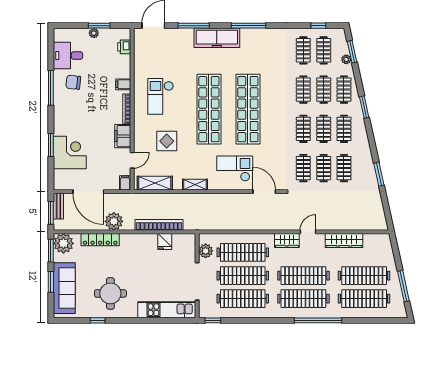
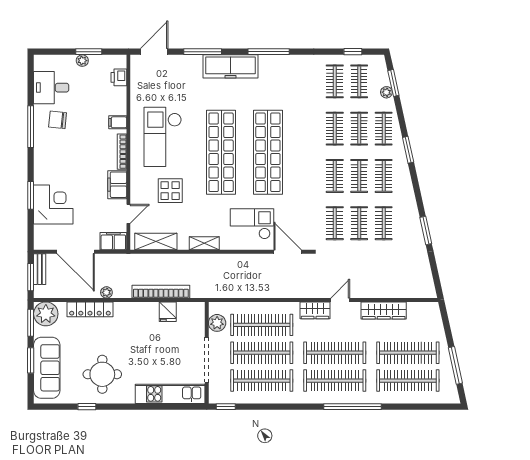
checkout: (161, 96) -> (163, 137), width x1.36, depth x1.21
filing cabinet: (125, 183) -> (113, 241), width x2.00
plant: (114, 221) -> (106, 292), width x0.53, depth x0.53

